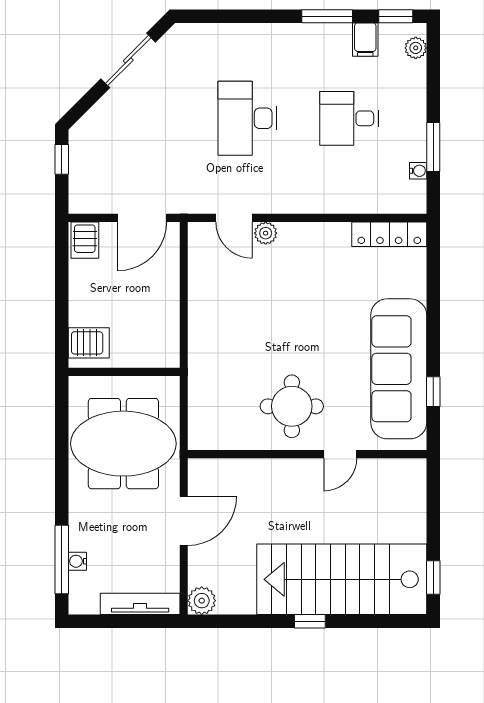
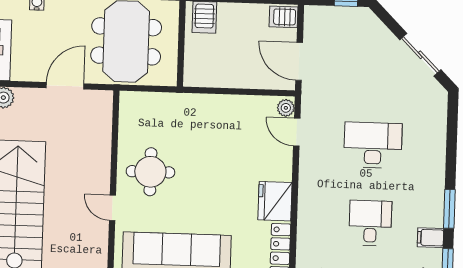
door: (234, 218) -> (297, 132), hinge flipped
plant: (266, 233) -> (286, 108), moved
fridge: (325, 243) -> (275, 201), added
door: (184, 521) -> (65, 86), swing flipped

